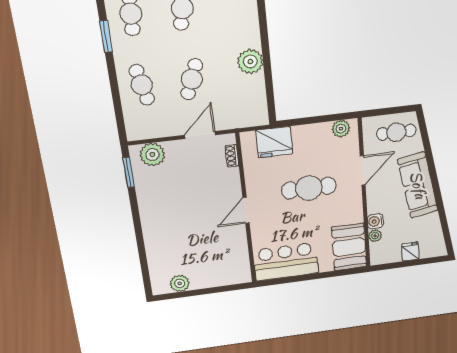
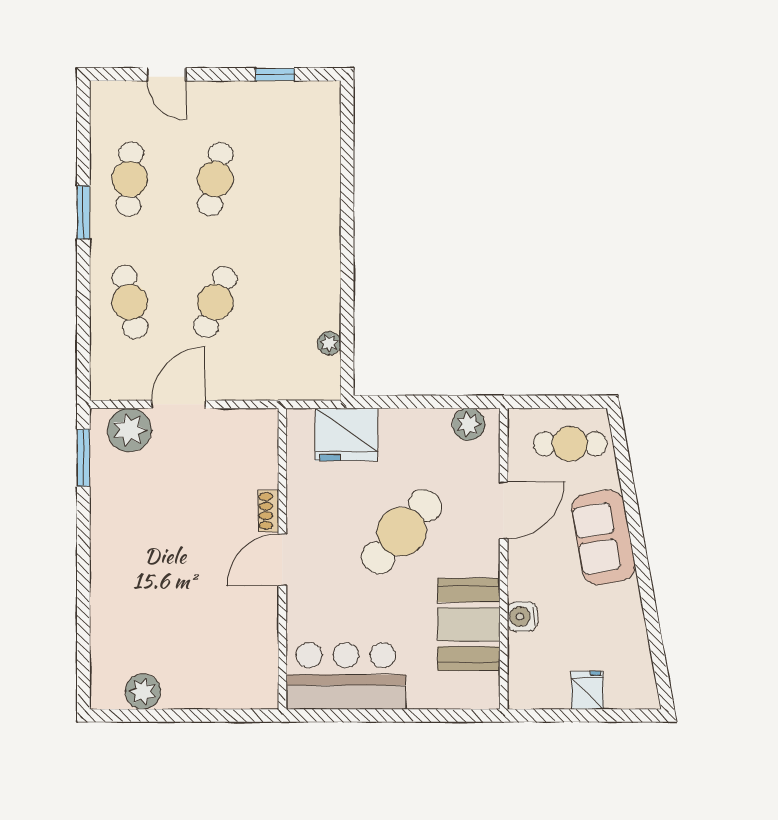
plant: (250, 61) -> (329, 343), moved, width x0.53, depth x0.53
door: (200, 135) -> (179, 404), moved
shoe rack: (232, 156) -> (268, 511), moved
sofa: (418, 185) -> (603, 537), width x0.73
cafe table: (309, 188) -> (402, 532), turned -48
plant: (375, 236) -> (520, 647), removed
booth: (349, 247) -> (469, 624), moved

